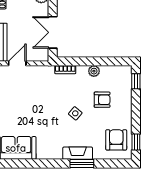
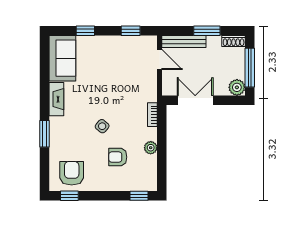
armchair: (102, 100) -> (118, 157), turned 90
armchair: (116, 140) -> (72, 173), turned -90
fireplace: (78, 153) -> (56, 99), moved

